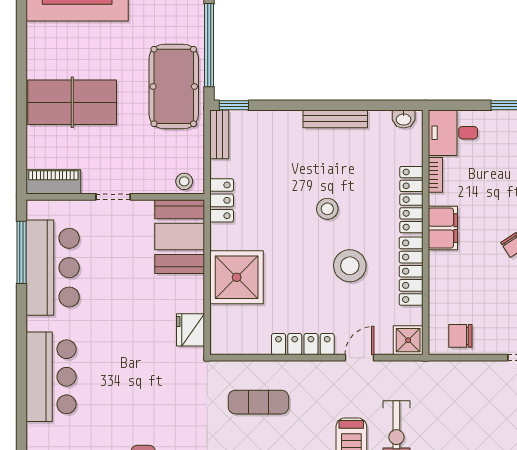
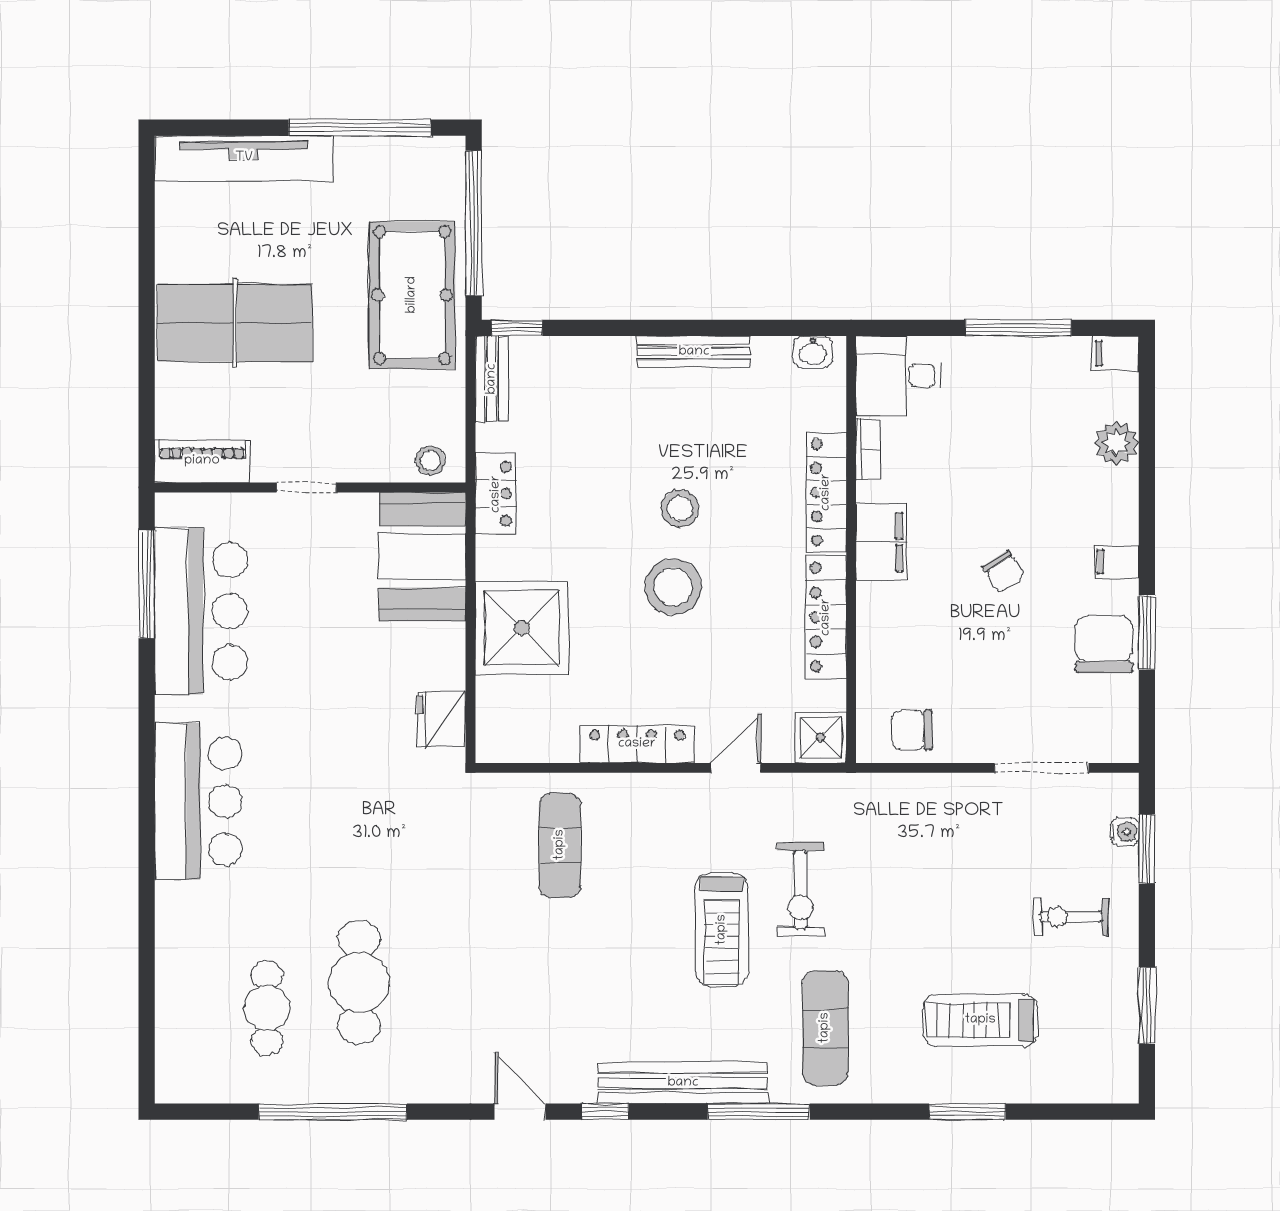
stool: (350, 266) -> (673, 587), moved
exercise mat: (258, 402) -> (560, 845), turned 90

